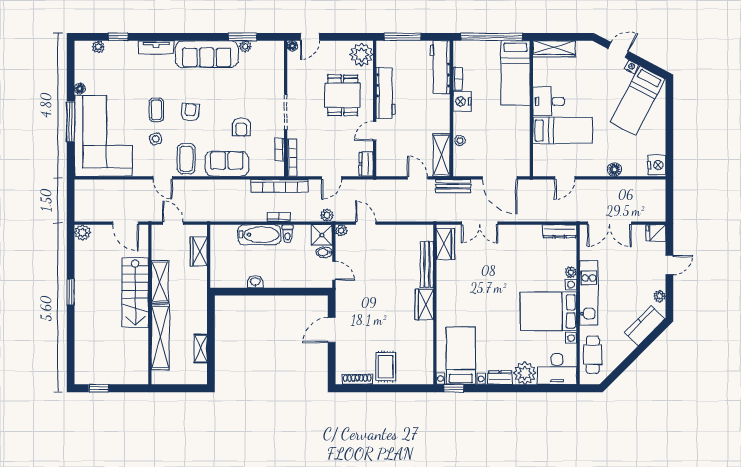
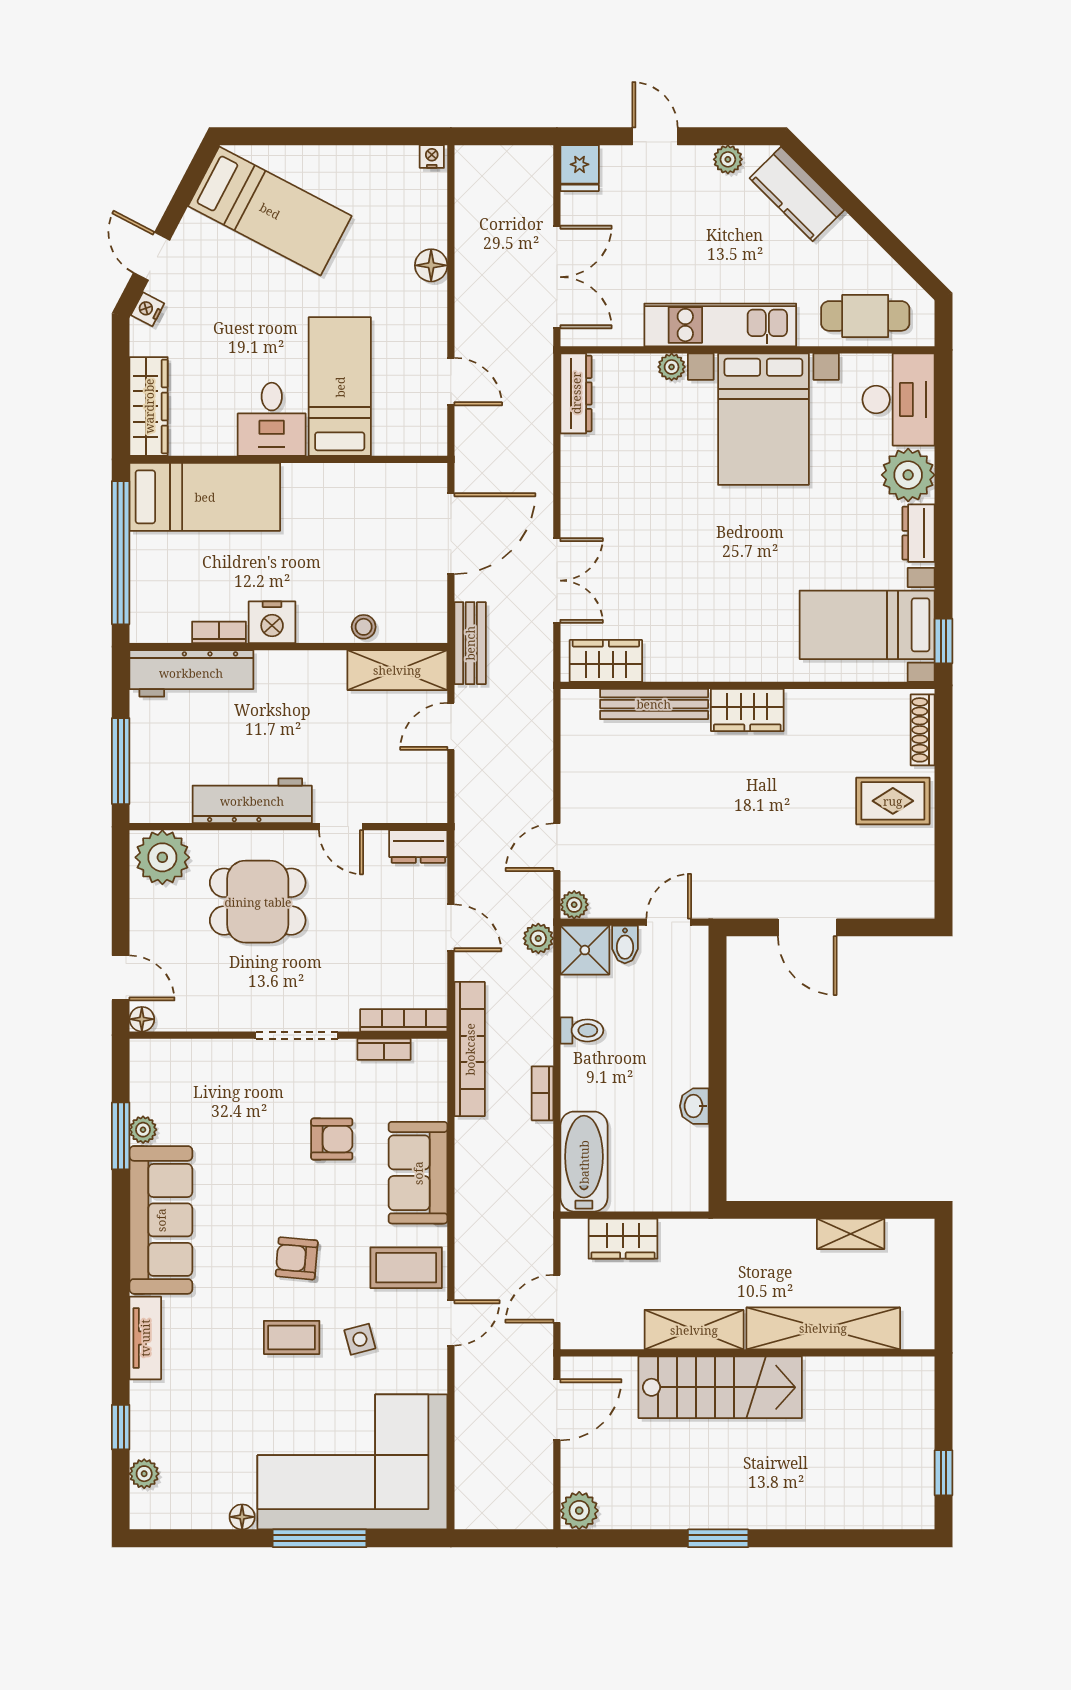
nightstand: (631, 67) -> (148, 309), moved
nightstand: (657, 165) -> (432, 157), width x0.53, depth x0.56
bookcase: (279, 217) -> (542, 1093), moved
bathtub: (259, 235) -> (584, 1162), moved
shoe rack: (357, 379) -> (923, 730), moved

